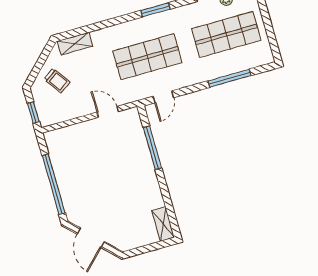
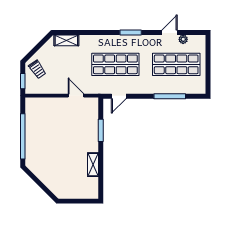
trolley: (57, 81) -> (37, 69), moved
window: (152, 148) -> (101, 130), width x0.69
shelving: (163, 224) -> (93, 165), moved
door: (91, 238) -> (38, 182), removed

